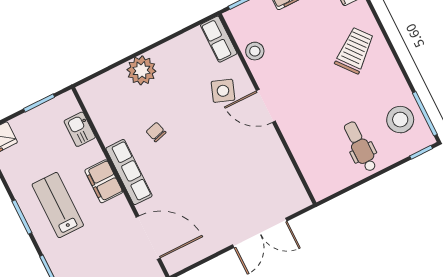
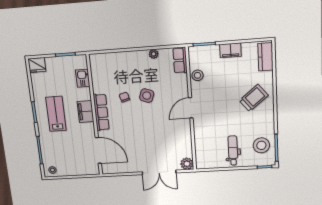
plant: (141, 70) -> (154, 54), moved, width x0.53, depth x0.53
side table: (223, 91) -> (147, 96), moved
door: (266, 106) -> (191, 108), hinge flipped
plant: (298, 199) -> (187, 164), added

